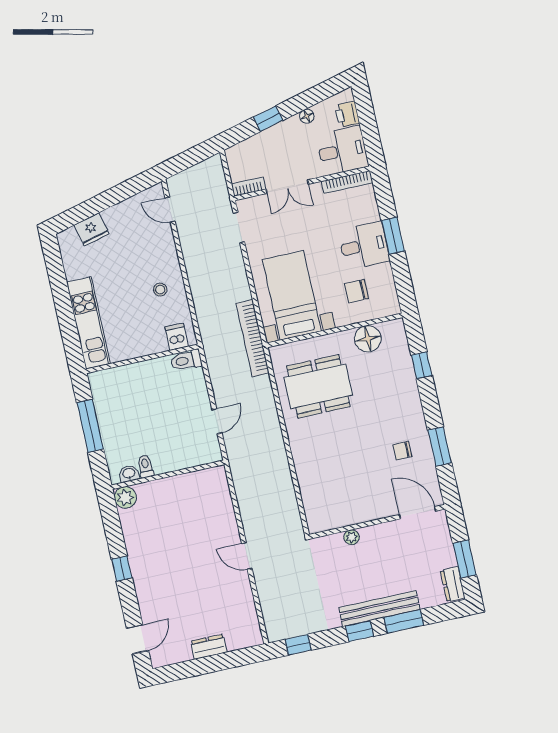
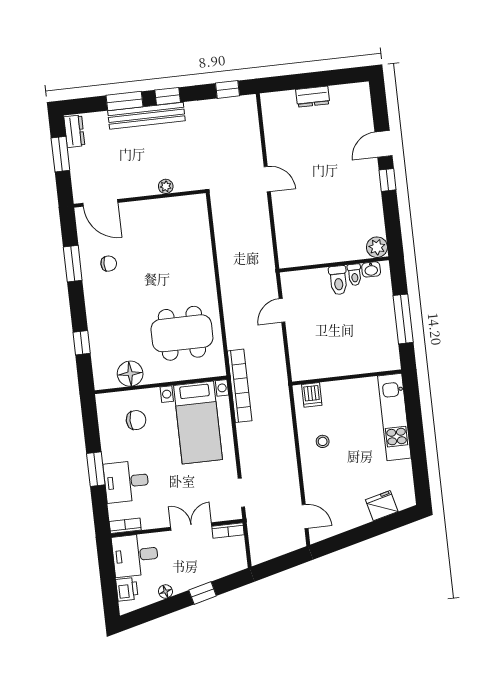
bookcase: (347, 182) -> (125, 526), width x0.64
desk: (364, 246) -> (126, 482), moved
toilet: (186, 360) -> (338, 280), moved, turned 90
door: (138, 639) -> (383, 144), moved

